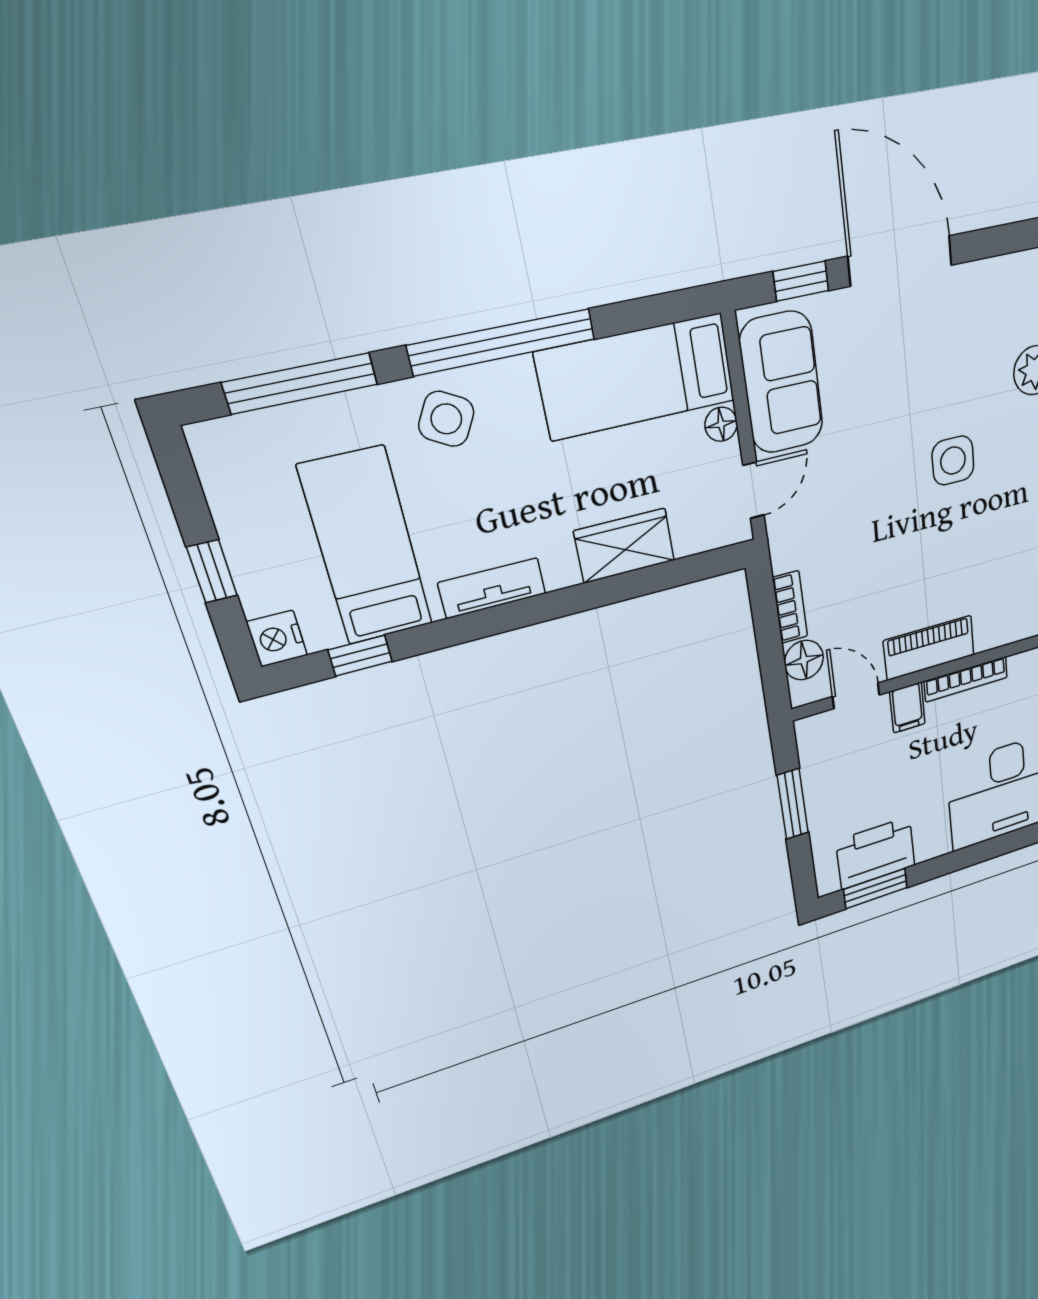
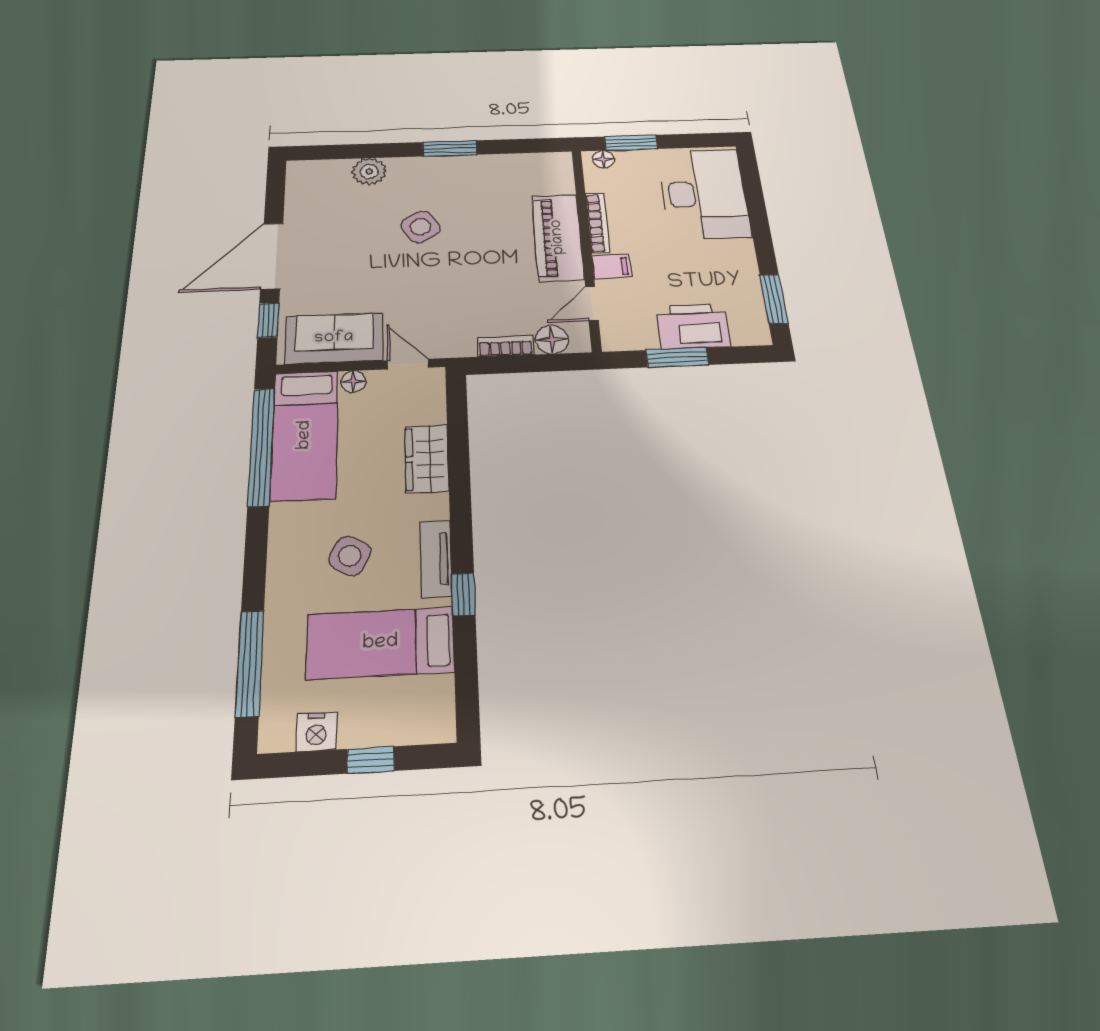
window: (502, 342) -> (261, 446), moved
side table: (446, 419) -> (350, 556), moved
side table: (953, 461) -> (421, 227), turned -31
nightstand: (277, 639) -> (316, 732), moved
piano: (929, 648) -> (558, 237), width x1.37, depth x1.33
window: (360, 656) -> (463, 594), moved
printer: (876, 853) -> (693, 326), moved, turned 90

